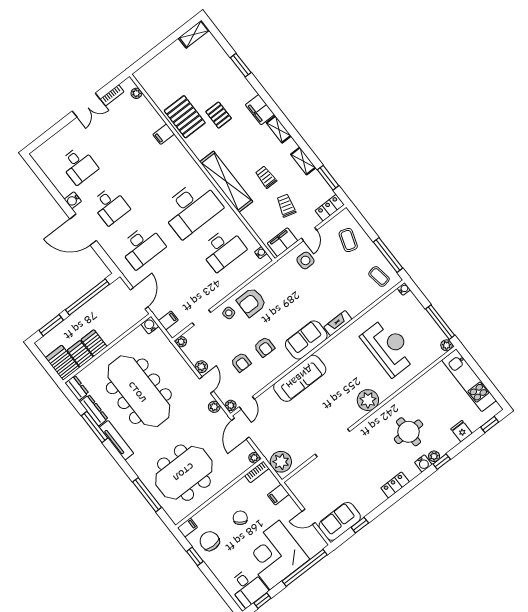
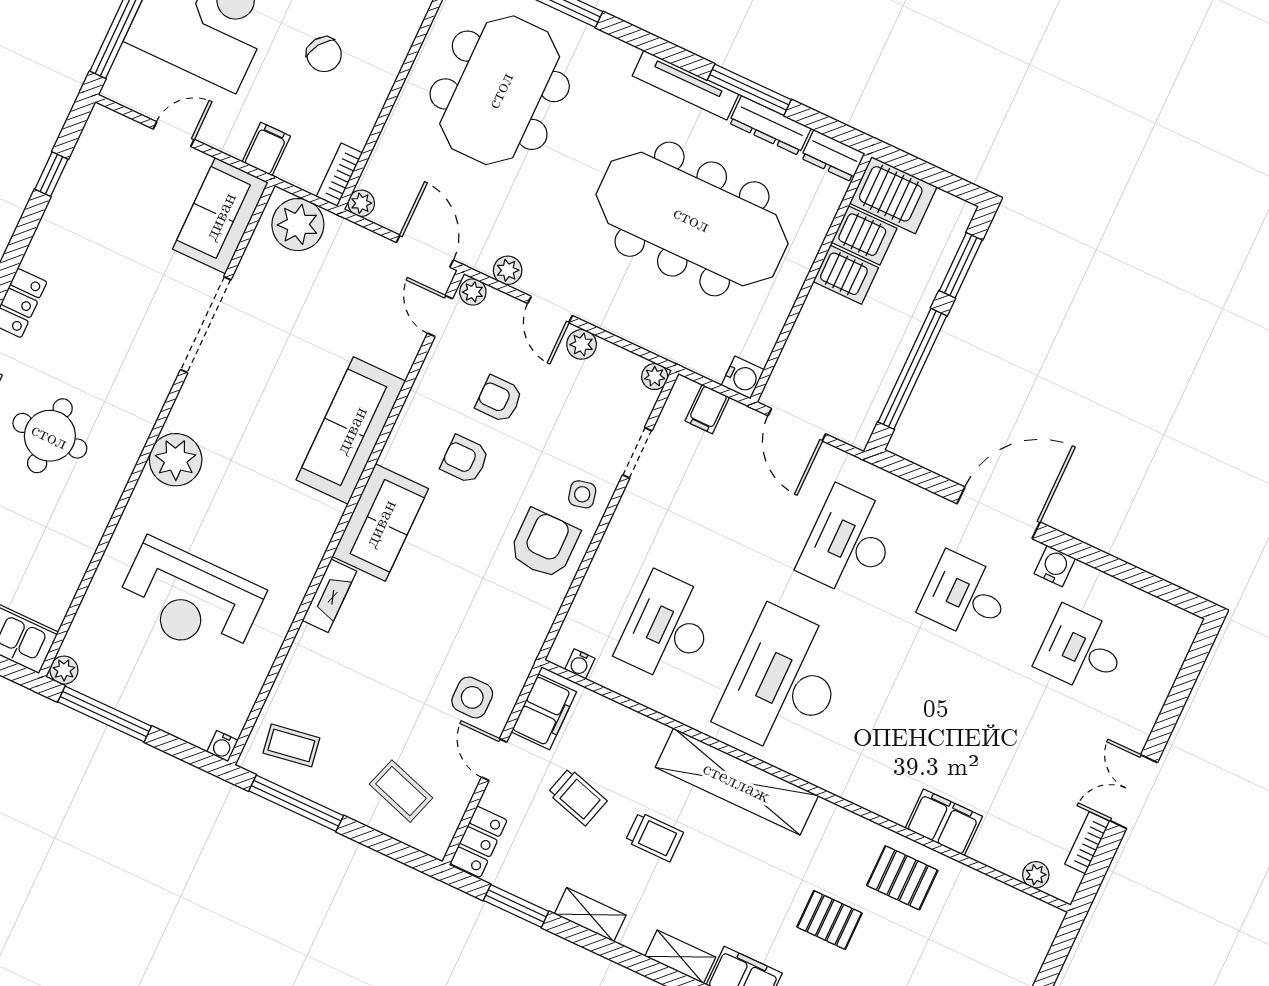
pallet: (185, 117) -> (902, 878), width x0.67, depth x0.71
filing cabinet: (164, 134) -> (944, 822), width x2.00
sofa: (340, 521) -> (220, 216), moved, turned 180

